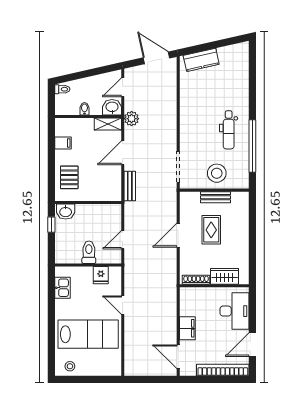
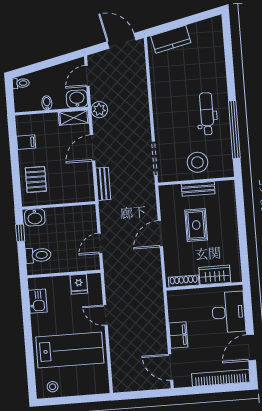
dental chair: (229, 130) -> (207, 114), turned 180
toilet: (89, 252) -> (38, 255), moved, turned 90

